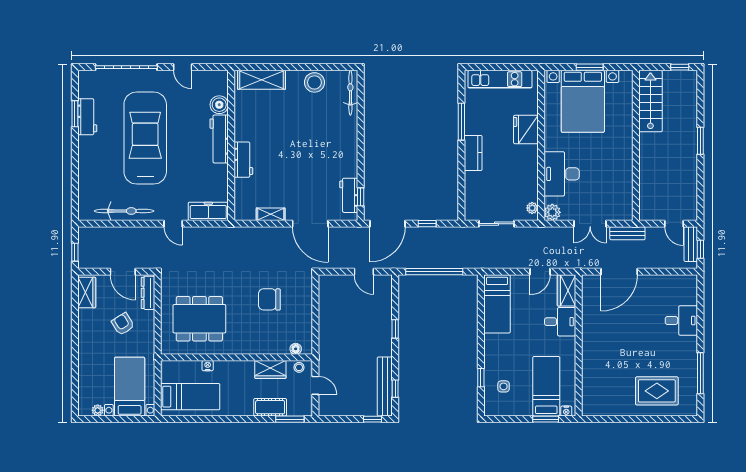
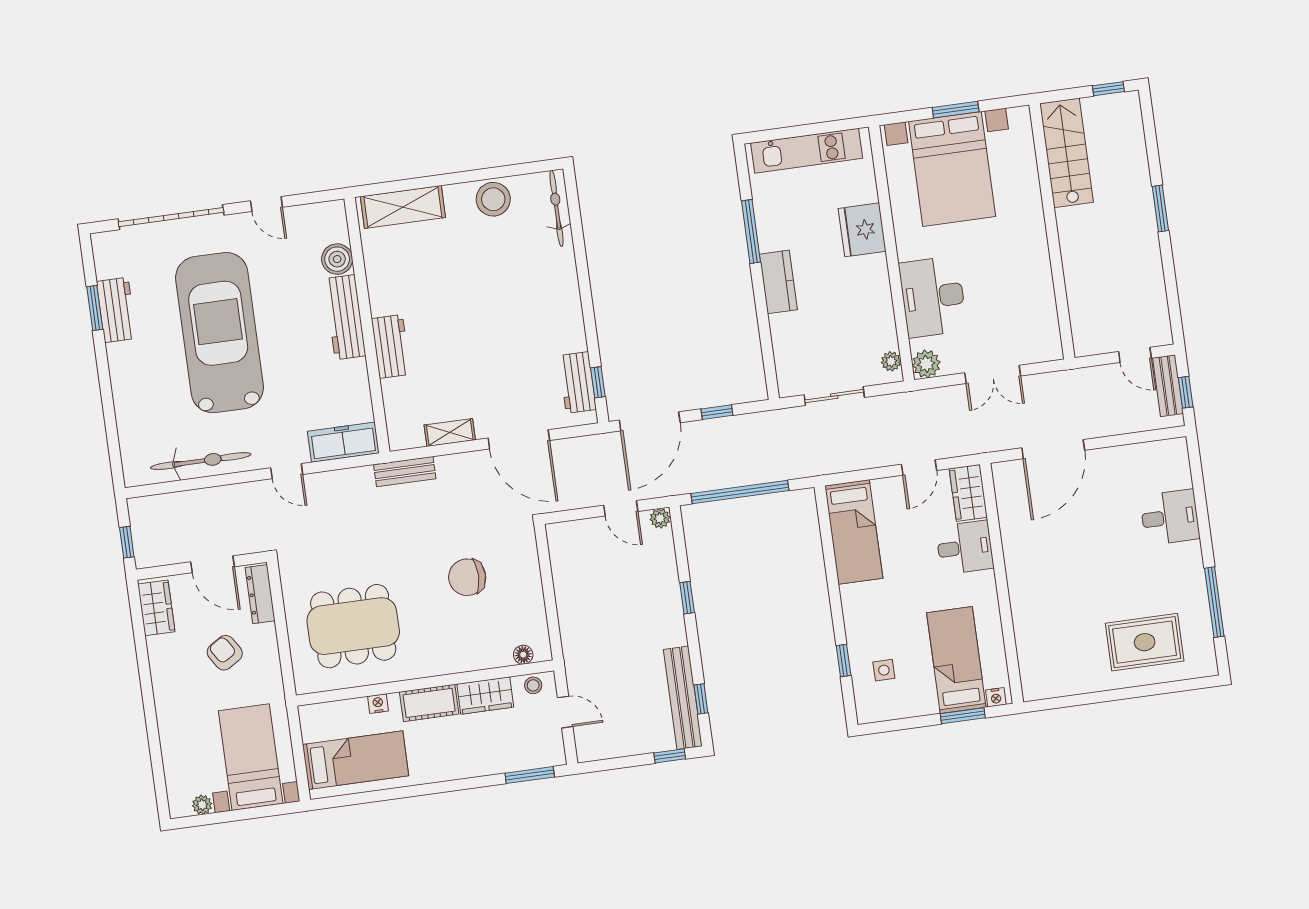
bench: (627, 233) -> (405, 472), moved
plant: (386, 281) -> (660, 518), added
cot: (270, 407) -> (429, 703), moved

